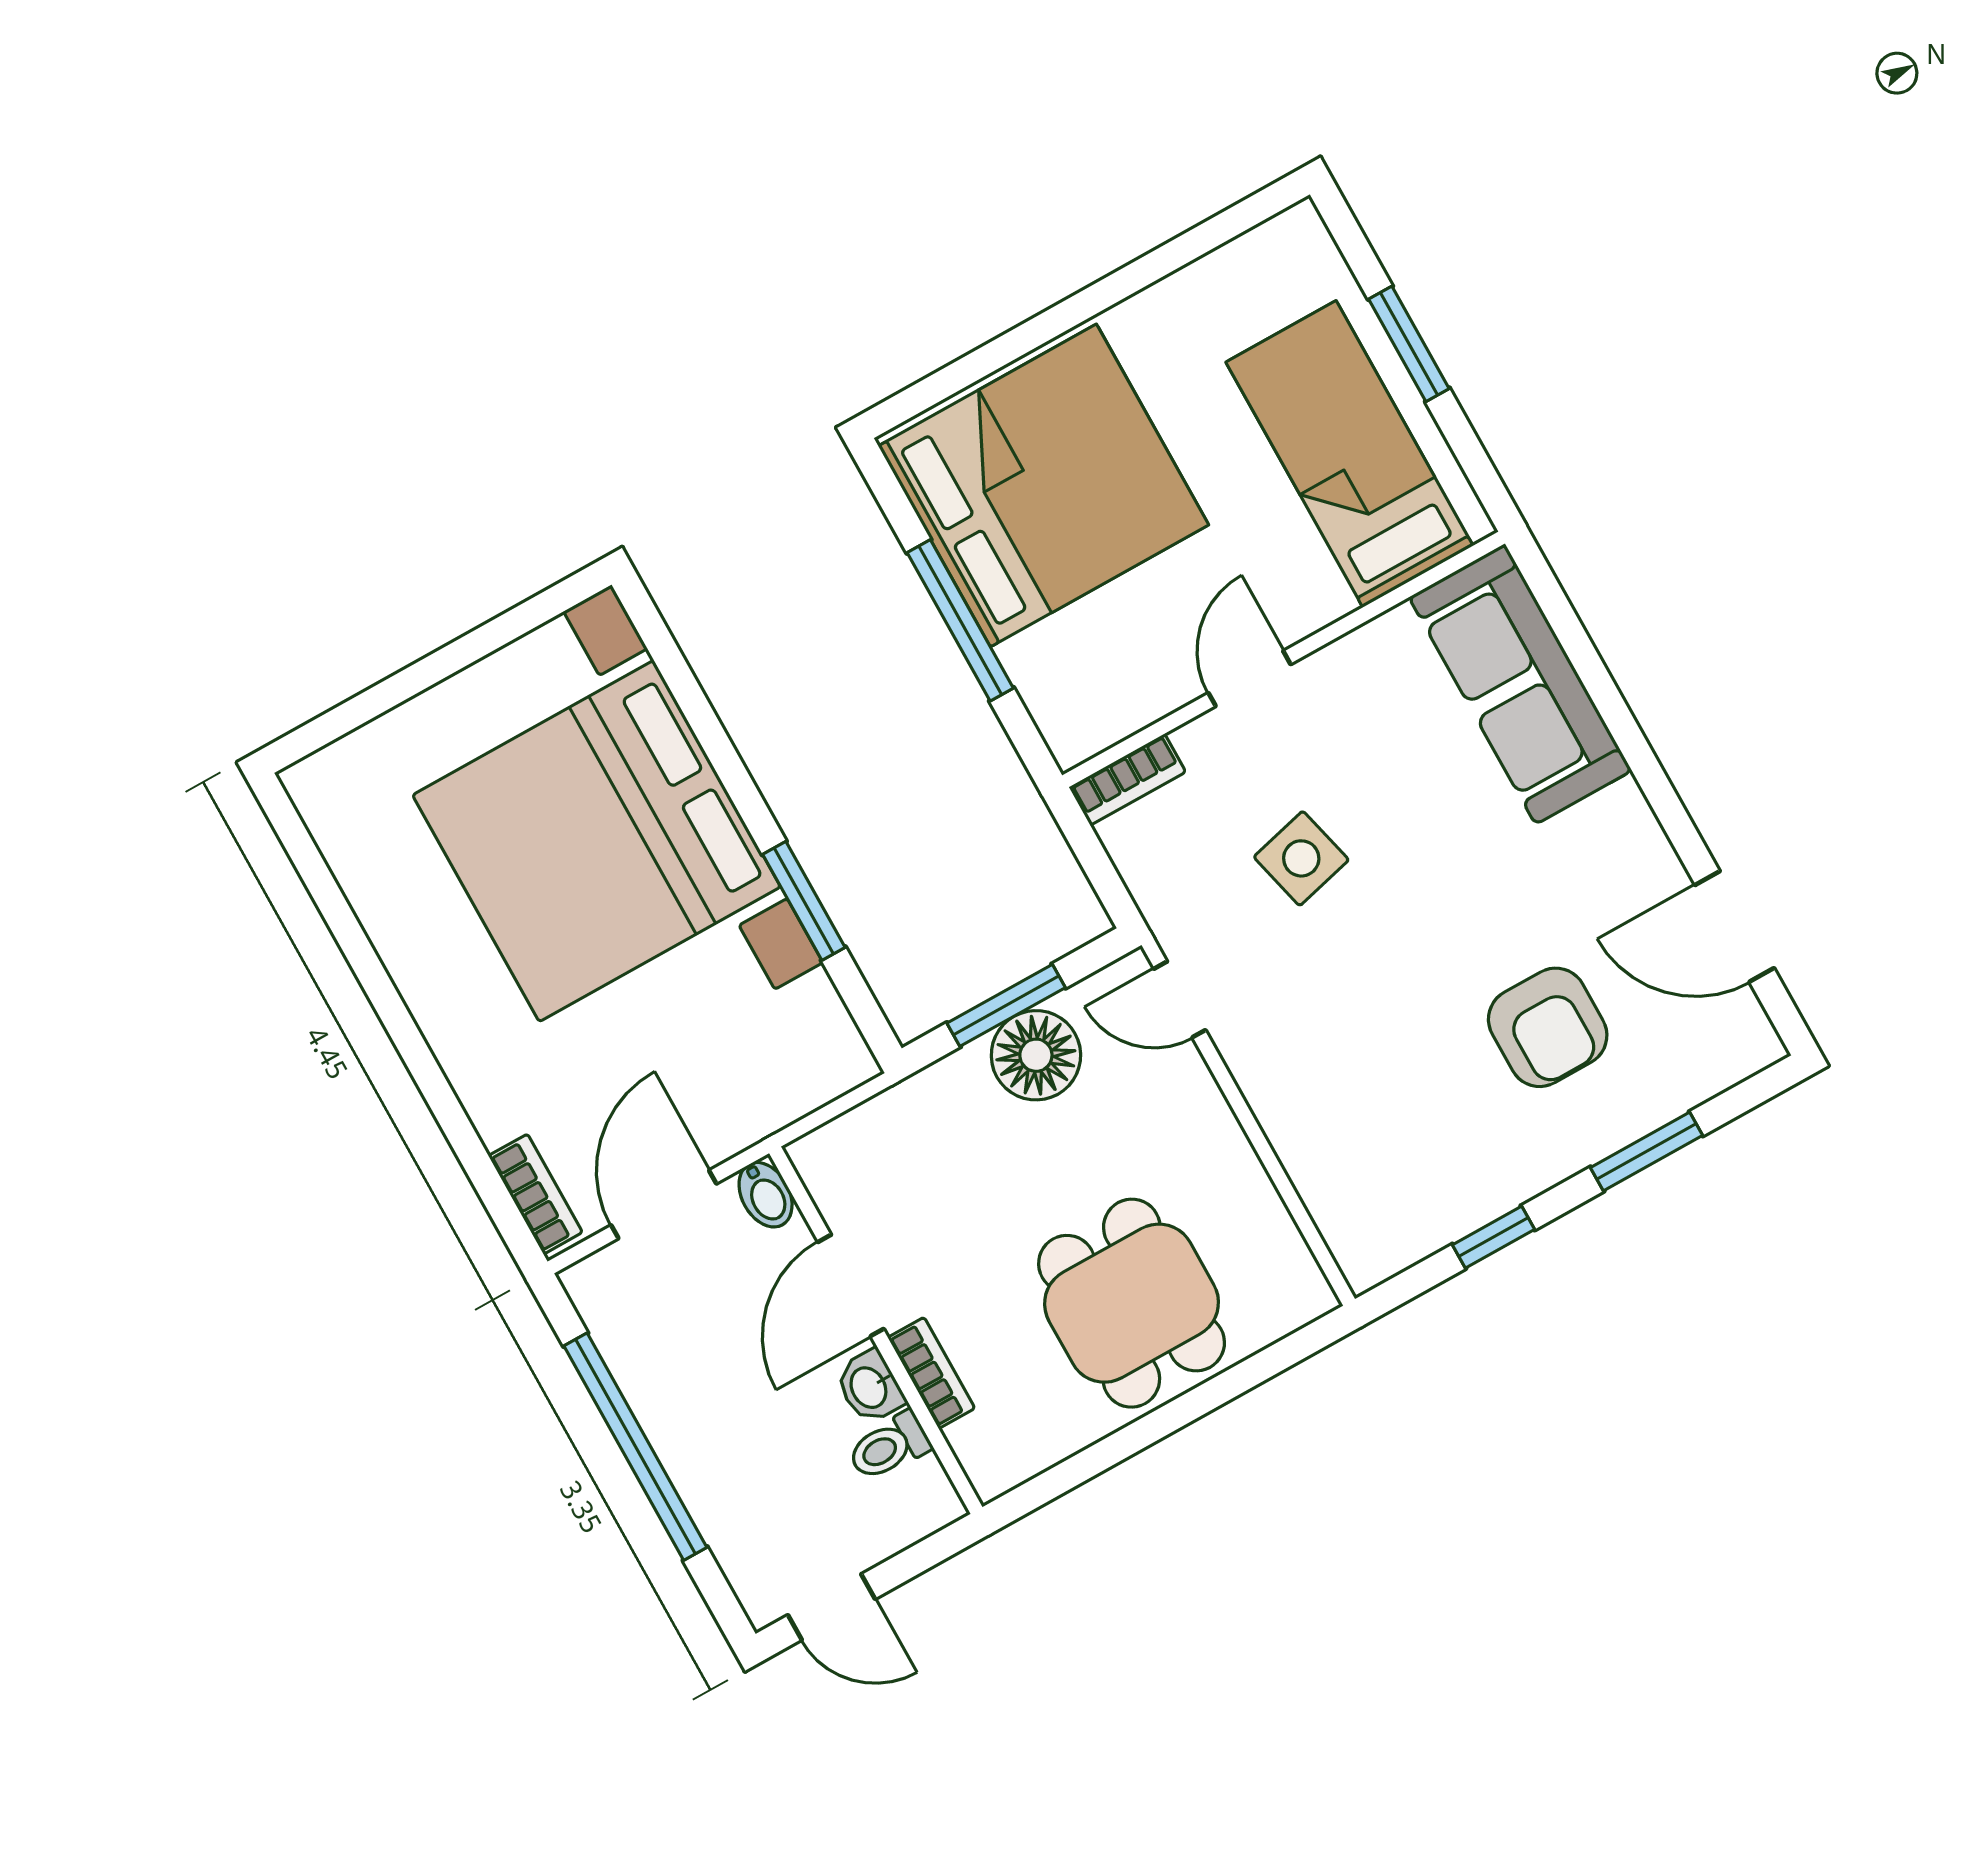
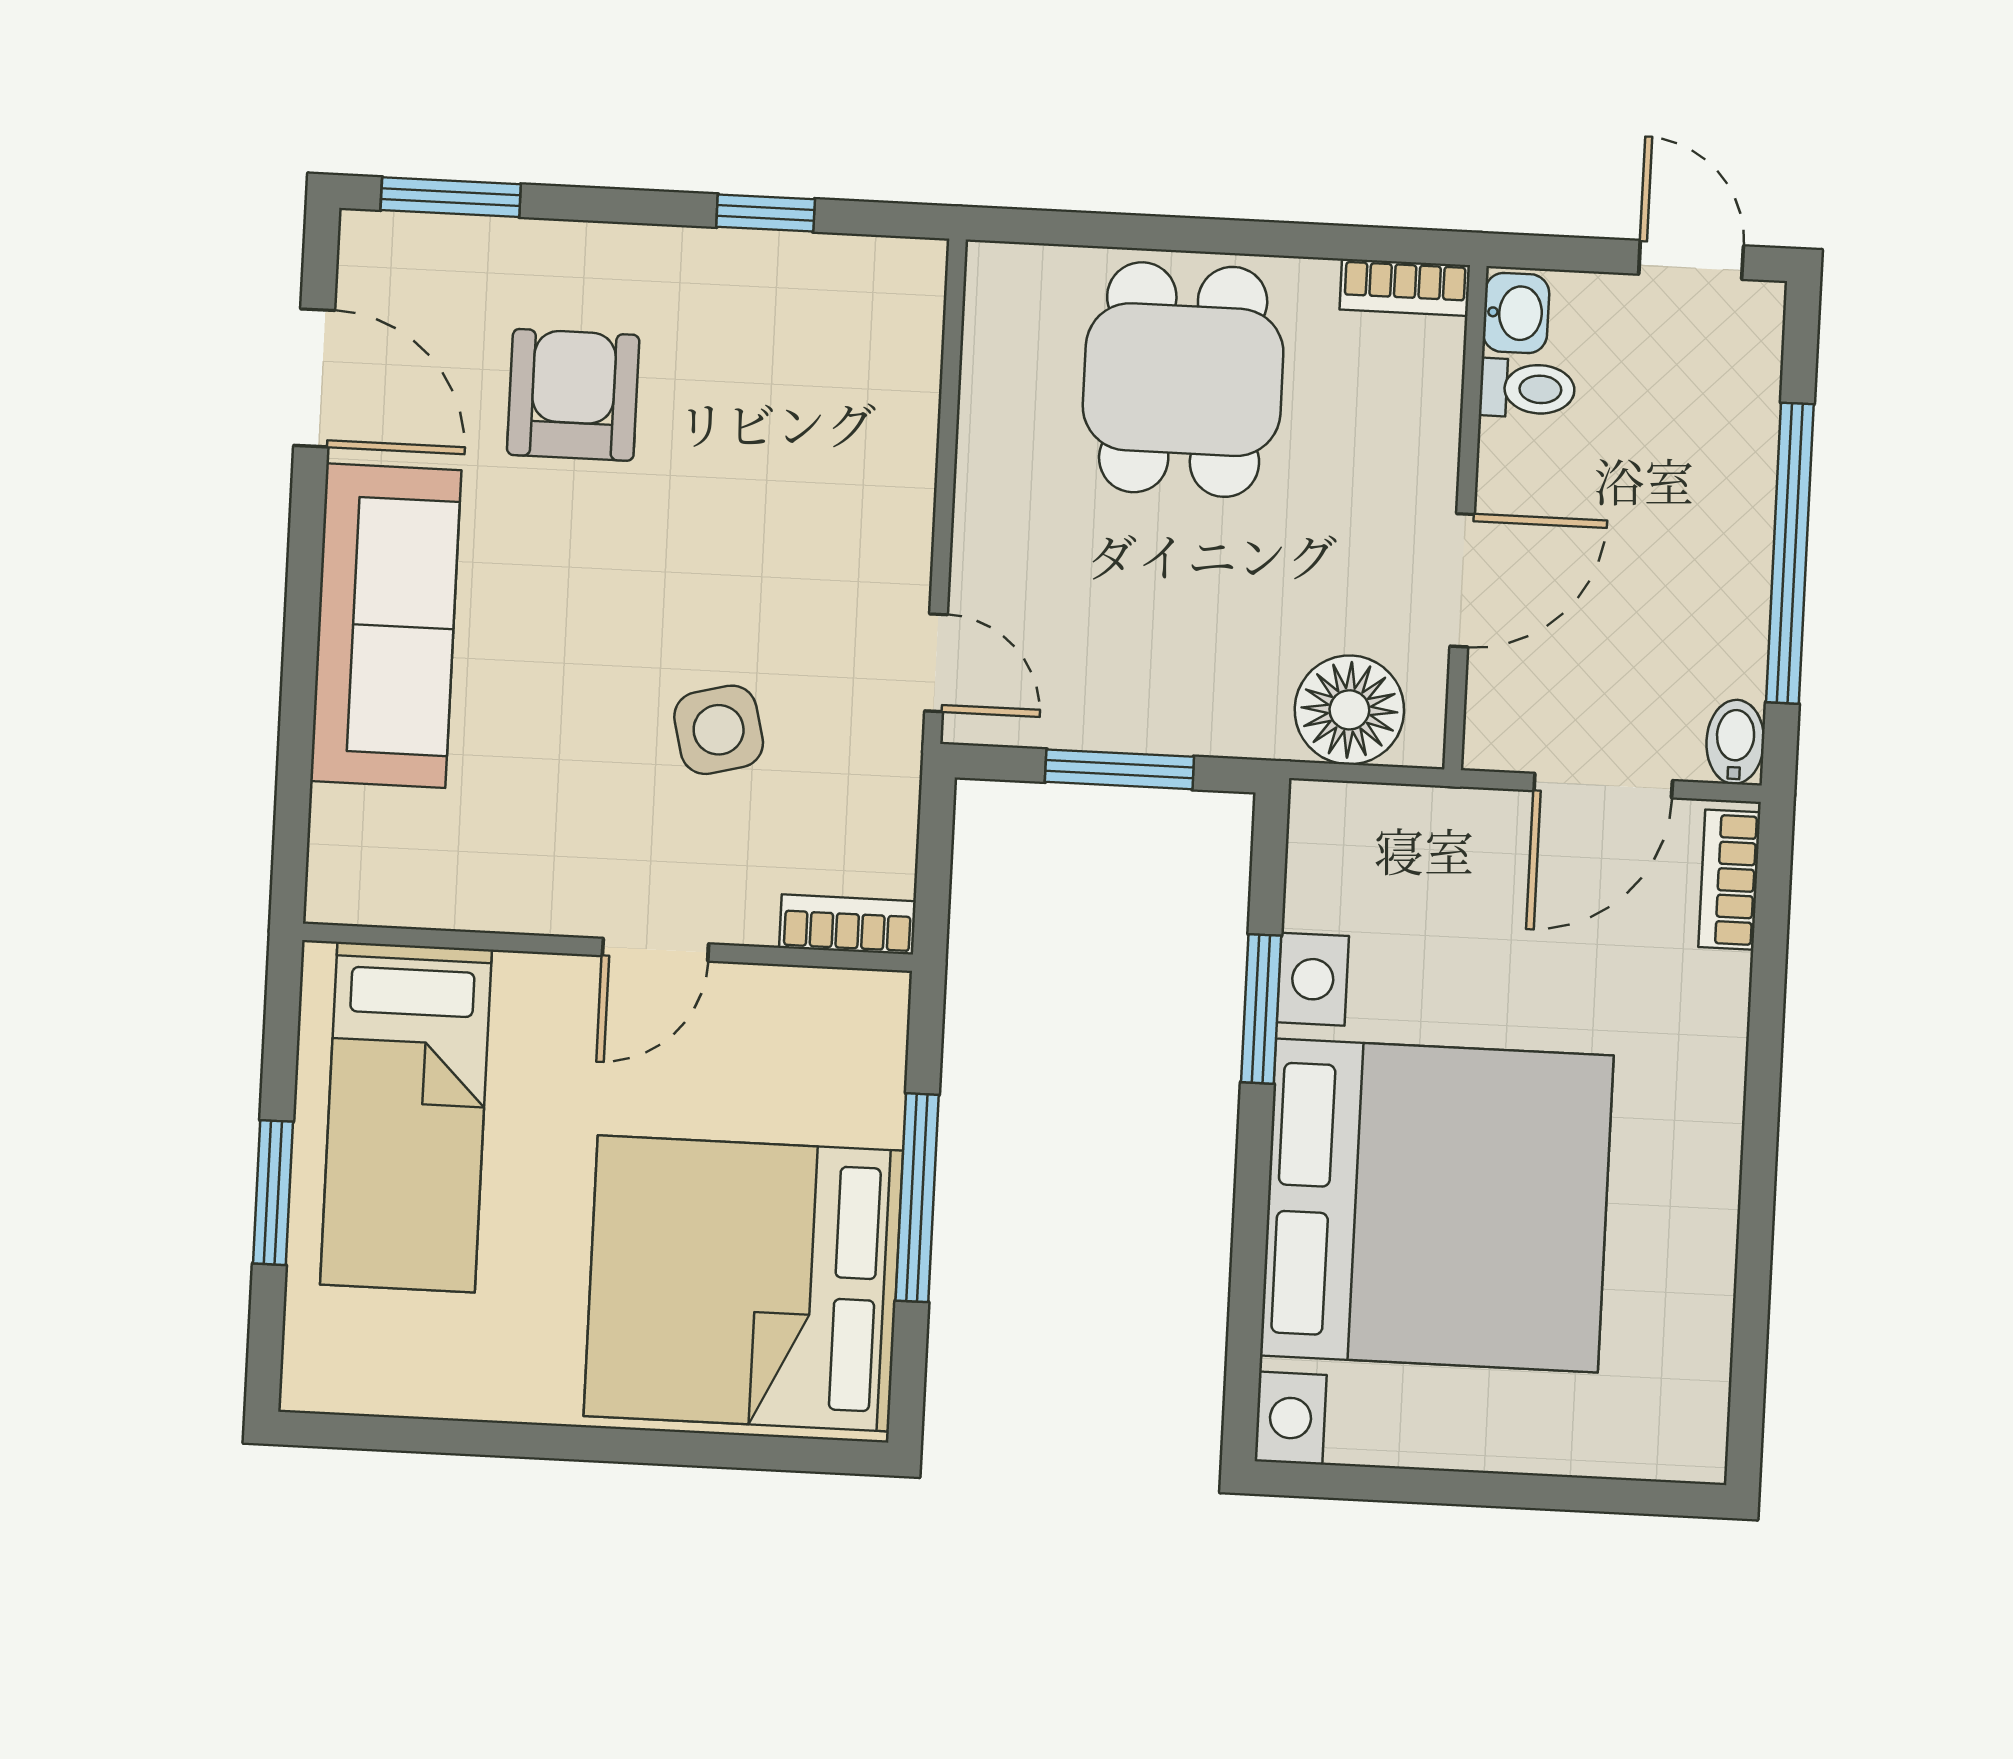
sofa: (1520, 684) -> (386, 626), moved
floor lamp: (1036, 1055) -> (1349, 710), moved
window: (1647, 1151) -> (451, 197), moved
bidet: (766, 1195) -> (1735, 742), moved
bookcase: (931, 1373) -> (1405, 287), moved, turned -90
washbasin: (870, 1387) -> (1516, 313), moved

